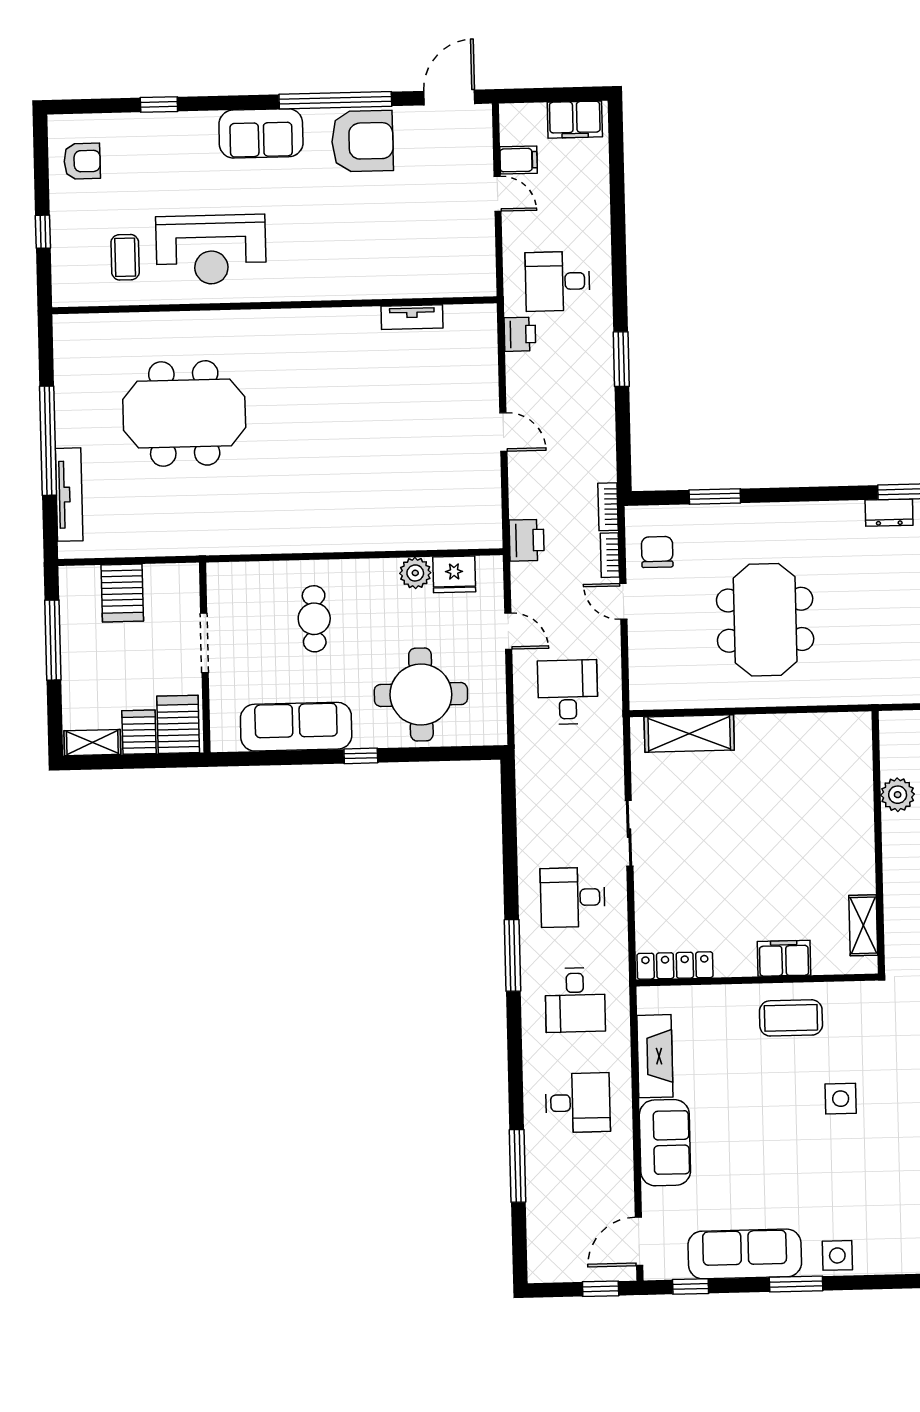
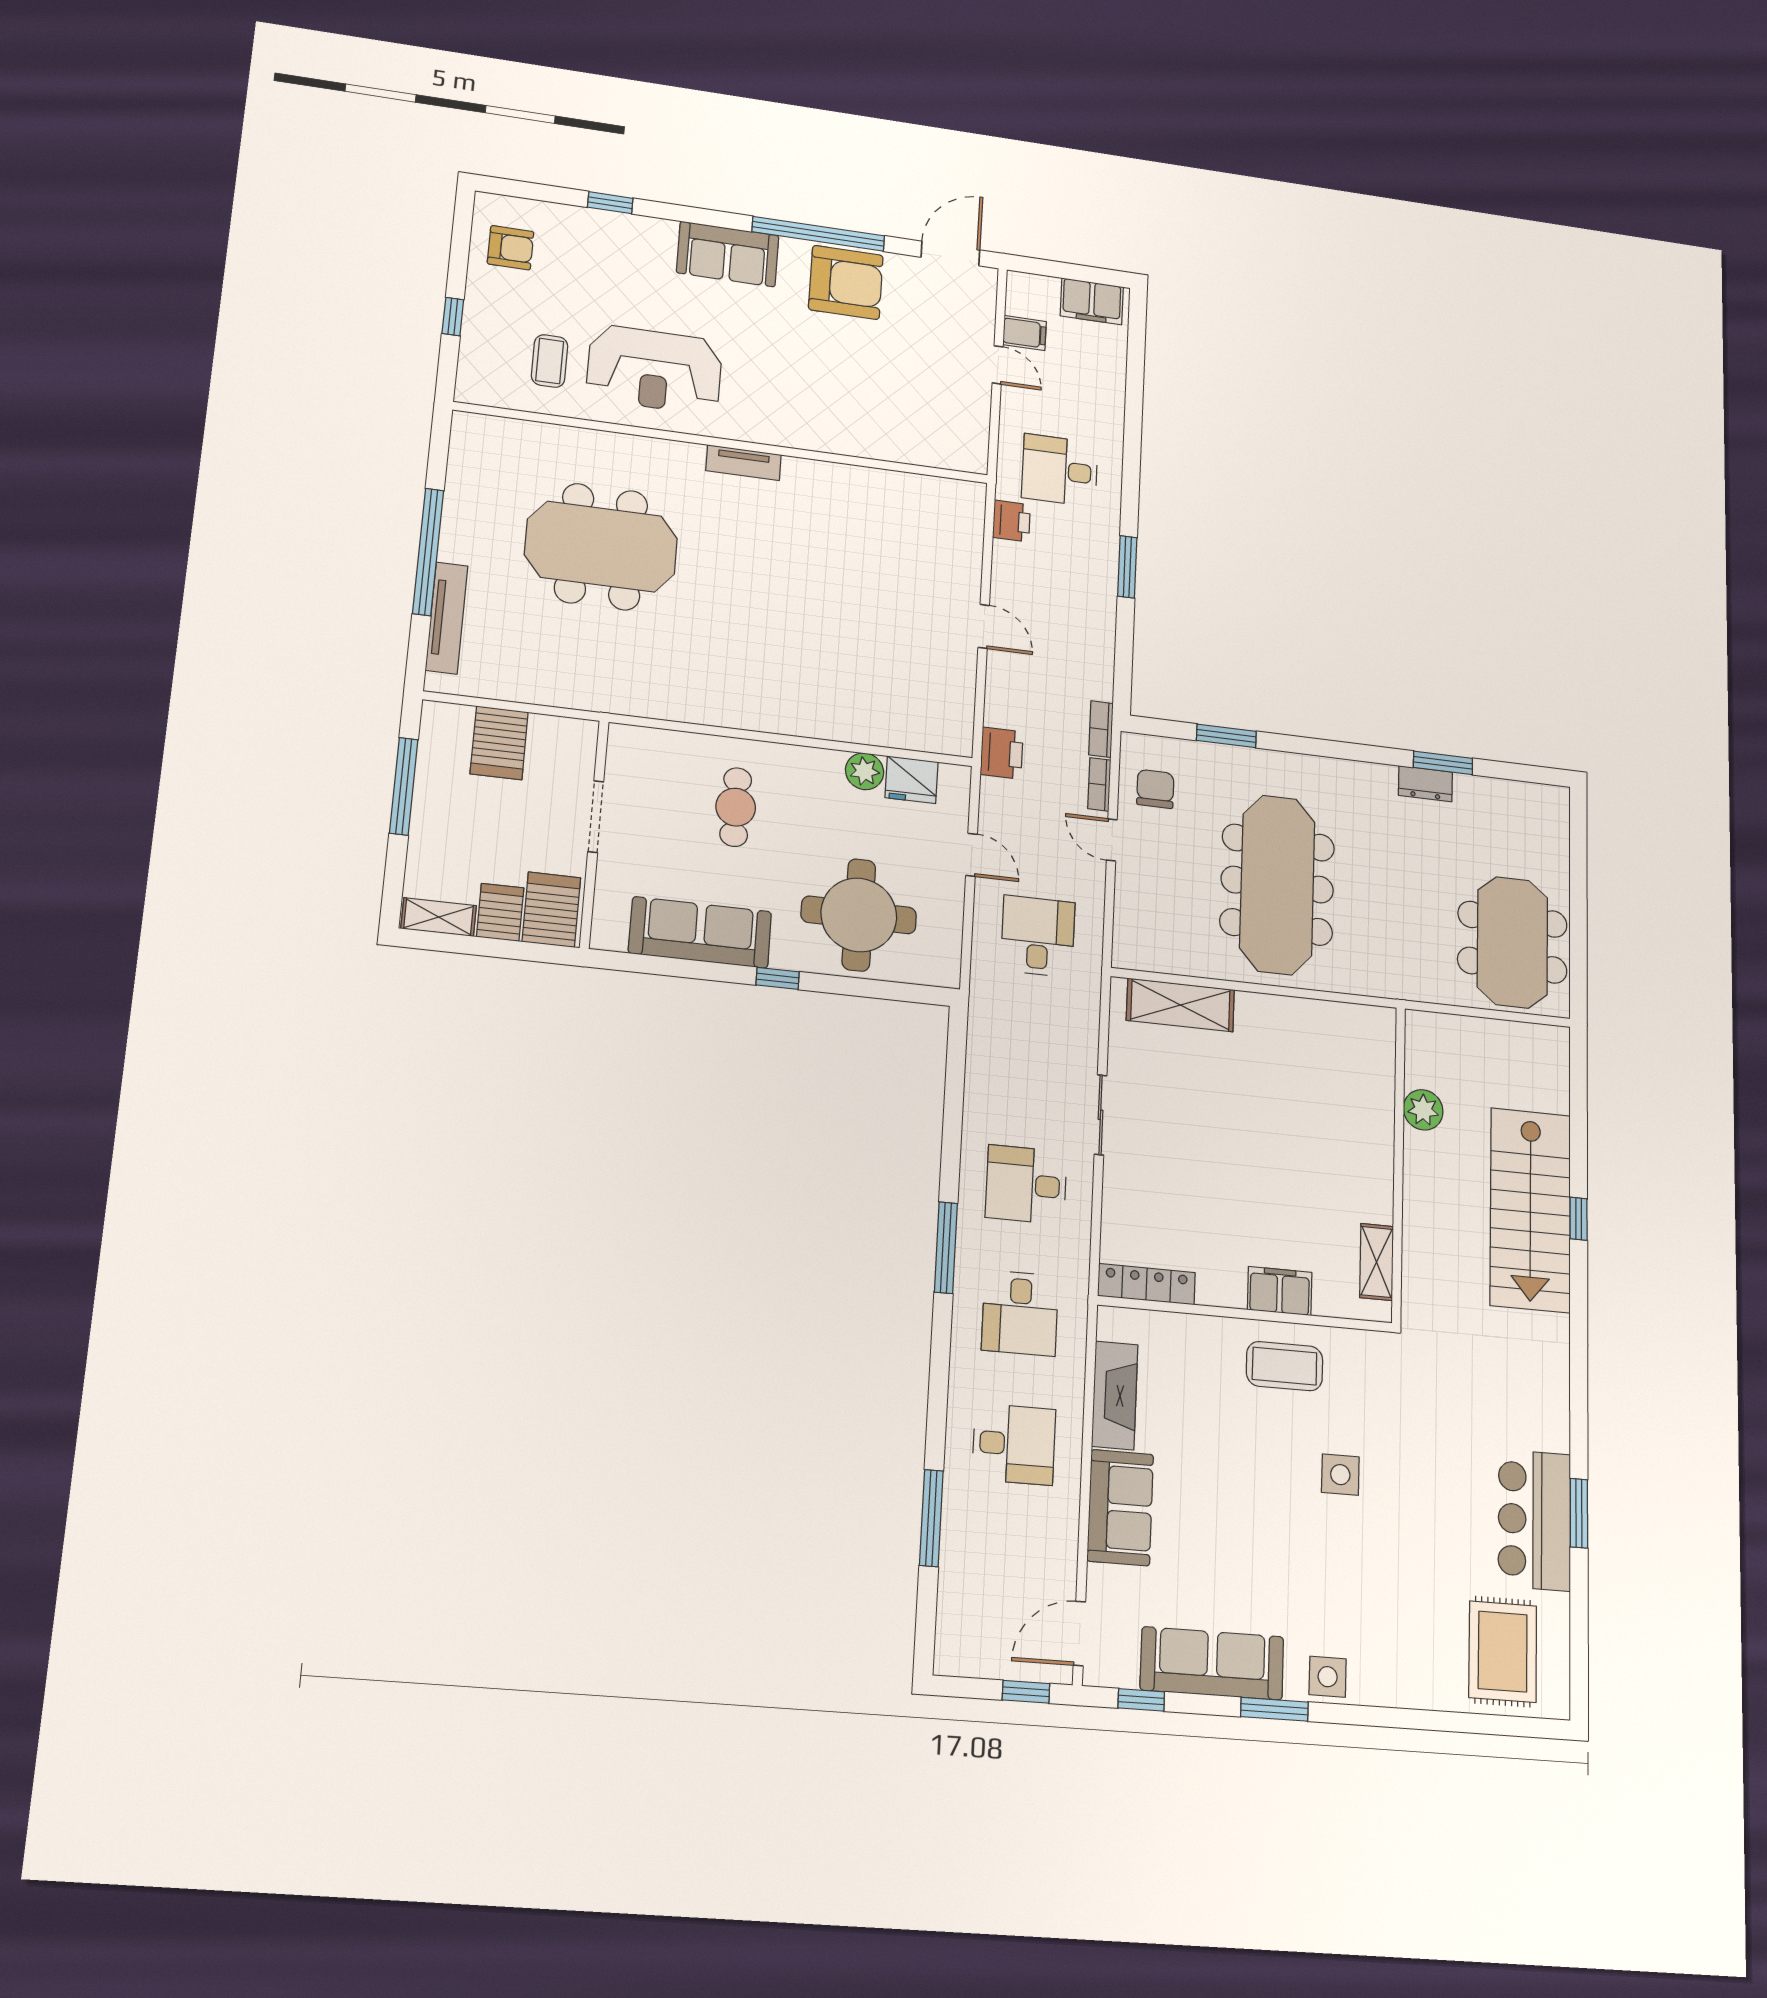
tv unit: (412, 317) -> (743, 463), moved
meeting table: (765, 620) -> (1277, 885), width x1.36

